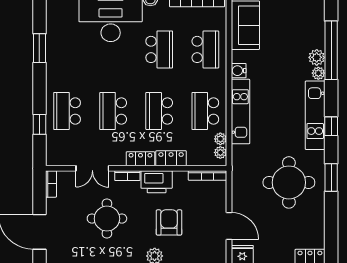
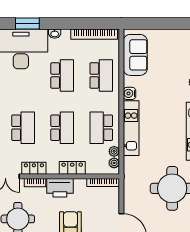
school desk: (113, 111) -> (23, 128), turned 180
school desk: (159, 111) -> (62, 128), turned 180
locker: (140, 159) -> (34, 168), moved

